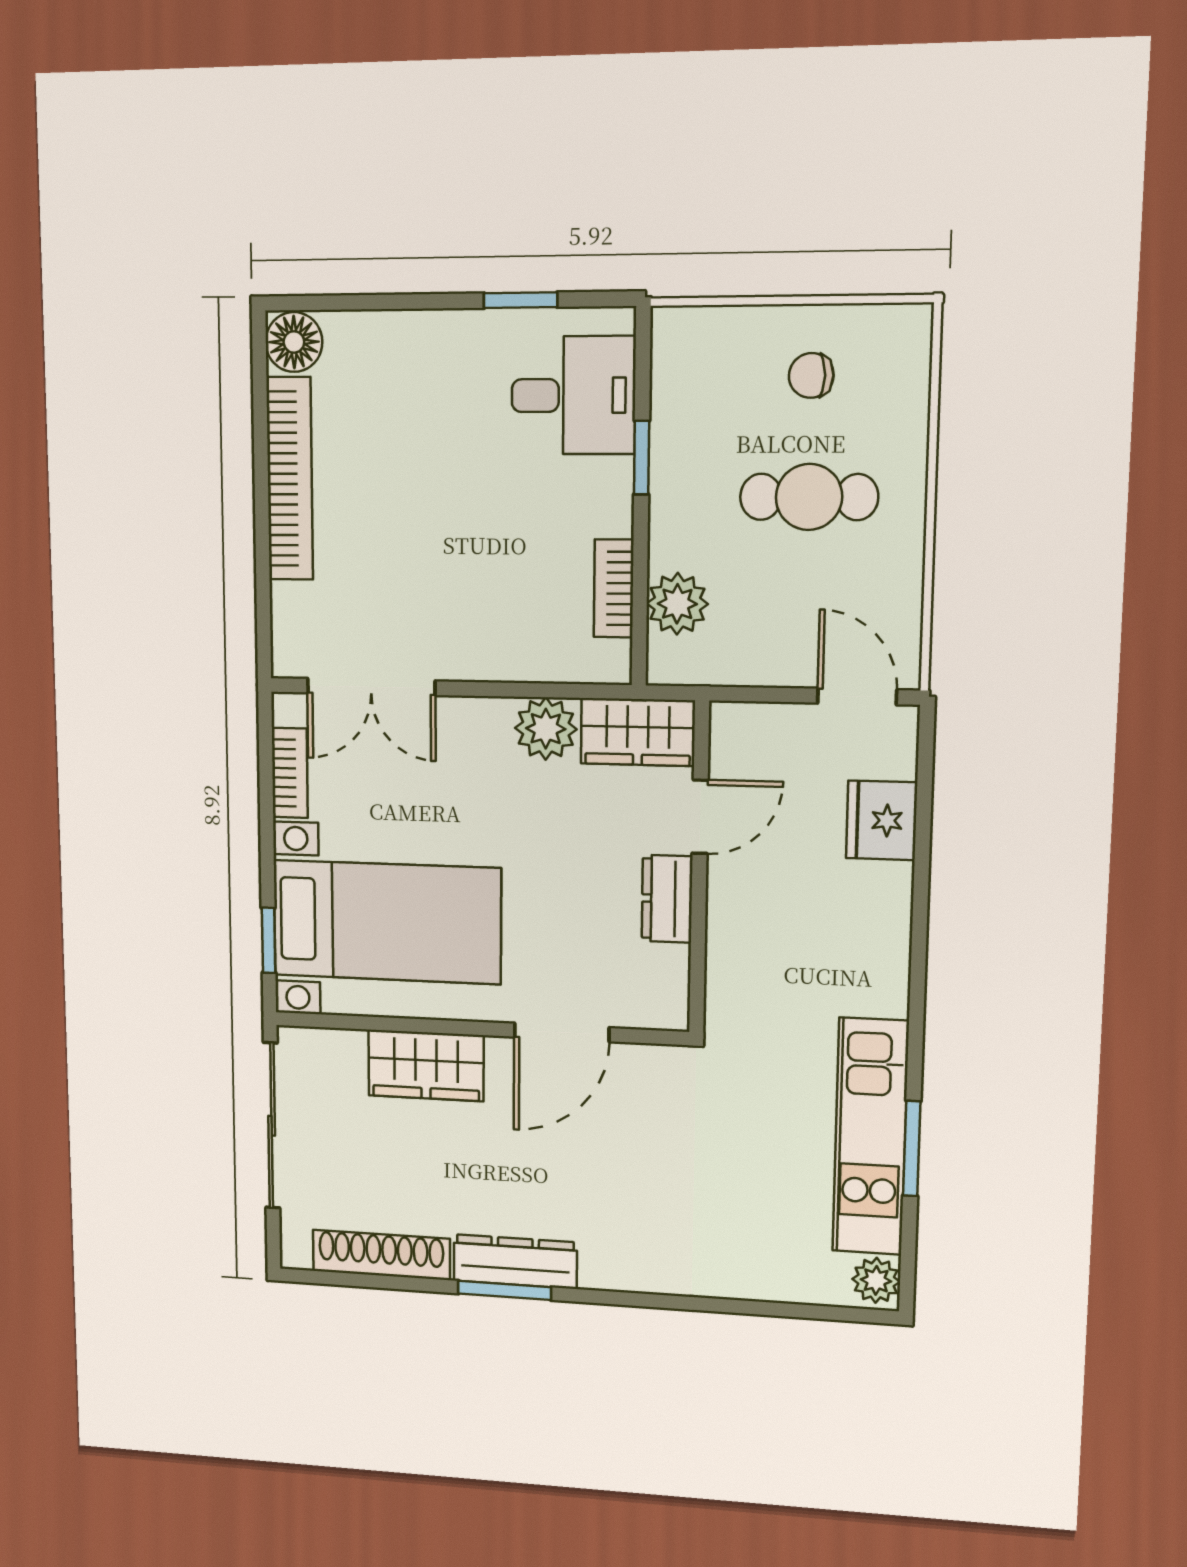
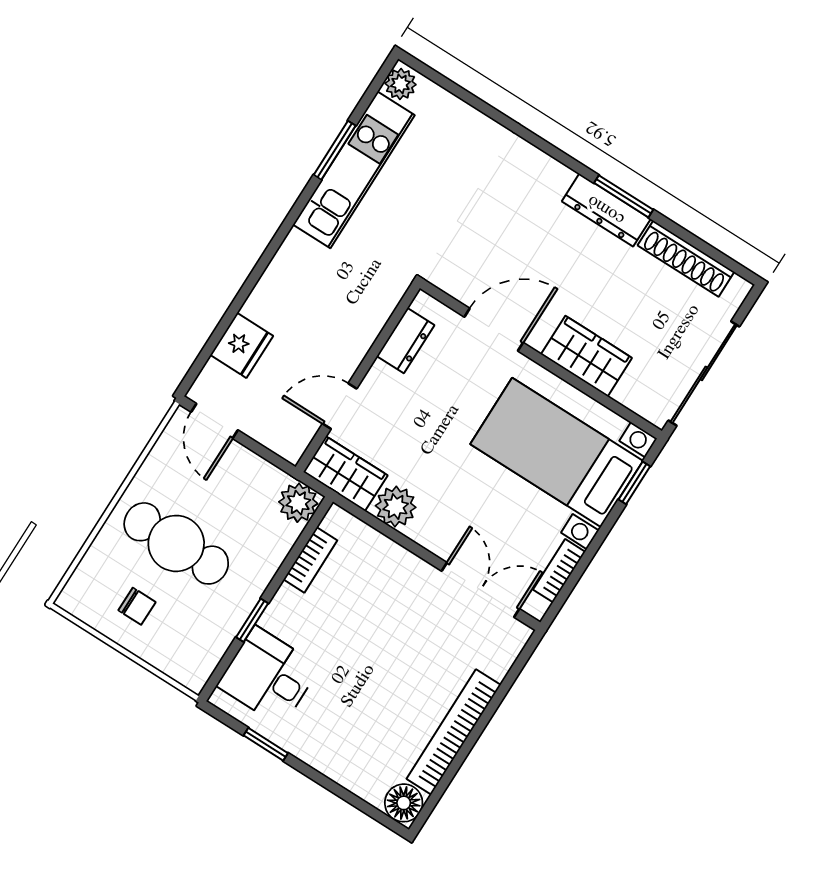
cafe table: (809, 497) -> (176, 543), width x1.37, depth x1.35
plant: (677, 604) -> (298, 503), moved
dresser: (667, 899) -> (406, 341), moved

